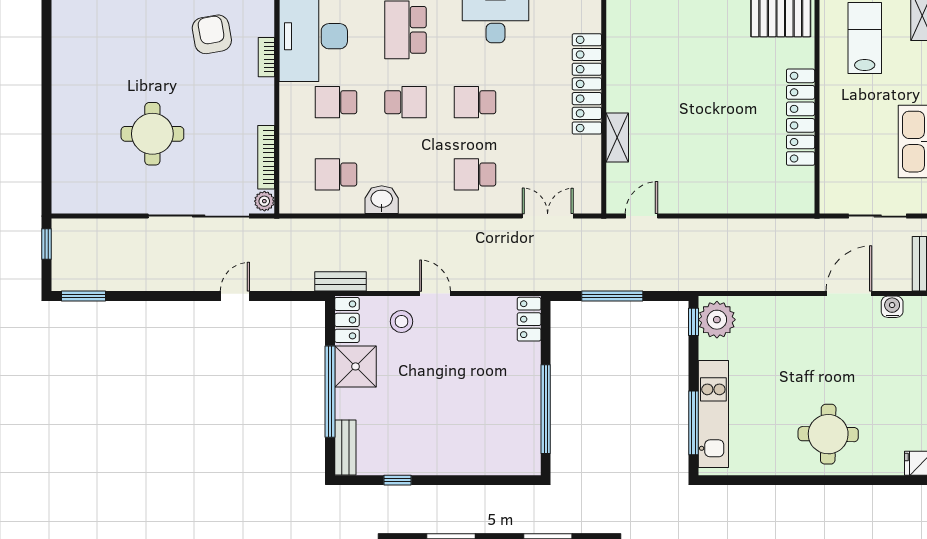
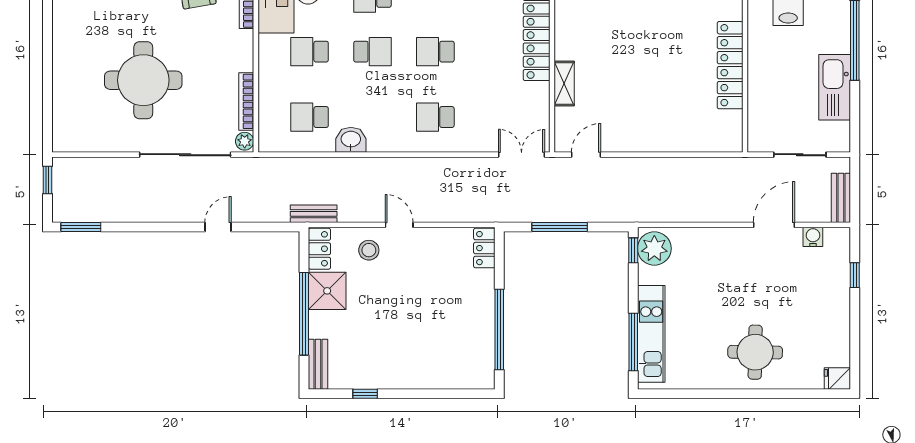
round table: (152, 134) -> (143, 80), width x1.36, depth x1.36
double door: (548, 216) -> (522, 155), moved

